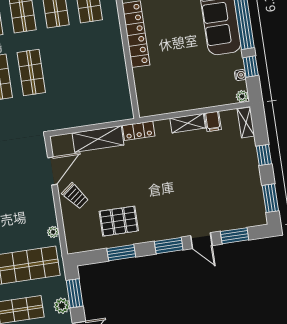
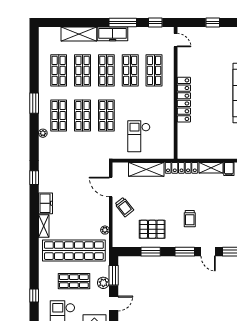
checkout: (81, 94) -> (139, 136), added
locker: (139, 131) -> (181, 168), width x1.53
door: (52, 171) -> (111, 187), swing flipped
trolley: (169, 198) -> (190, 219), added

